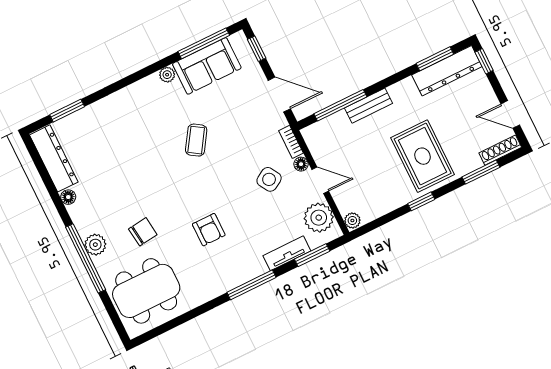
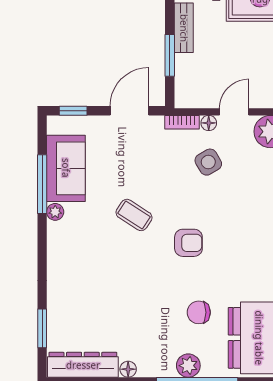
window: (204, 43) -> (42, 184), moved
window: (340, 105) -> (170, 55), width x0.69
armchair: (209, 230) -> (188, 243), moved
chair: (143, 232) -> (199, 312), turned -83

